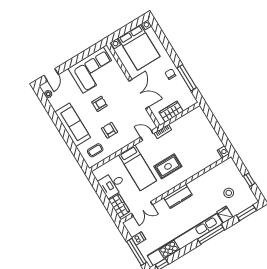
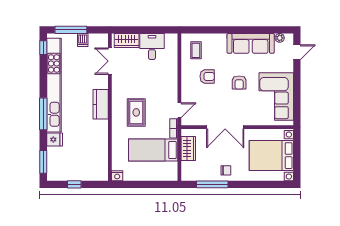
door: (51, 75) -> (297, 52), swing flipped
sofa: (73, 125) -> (251, 43), moved
bed: (138, 168) -> (153, 150), moved
stool: (229, 193) -> (74, 156), removed

